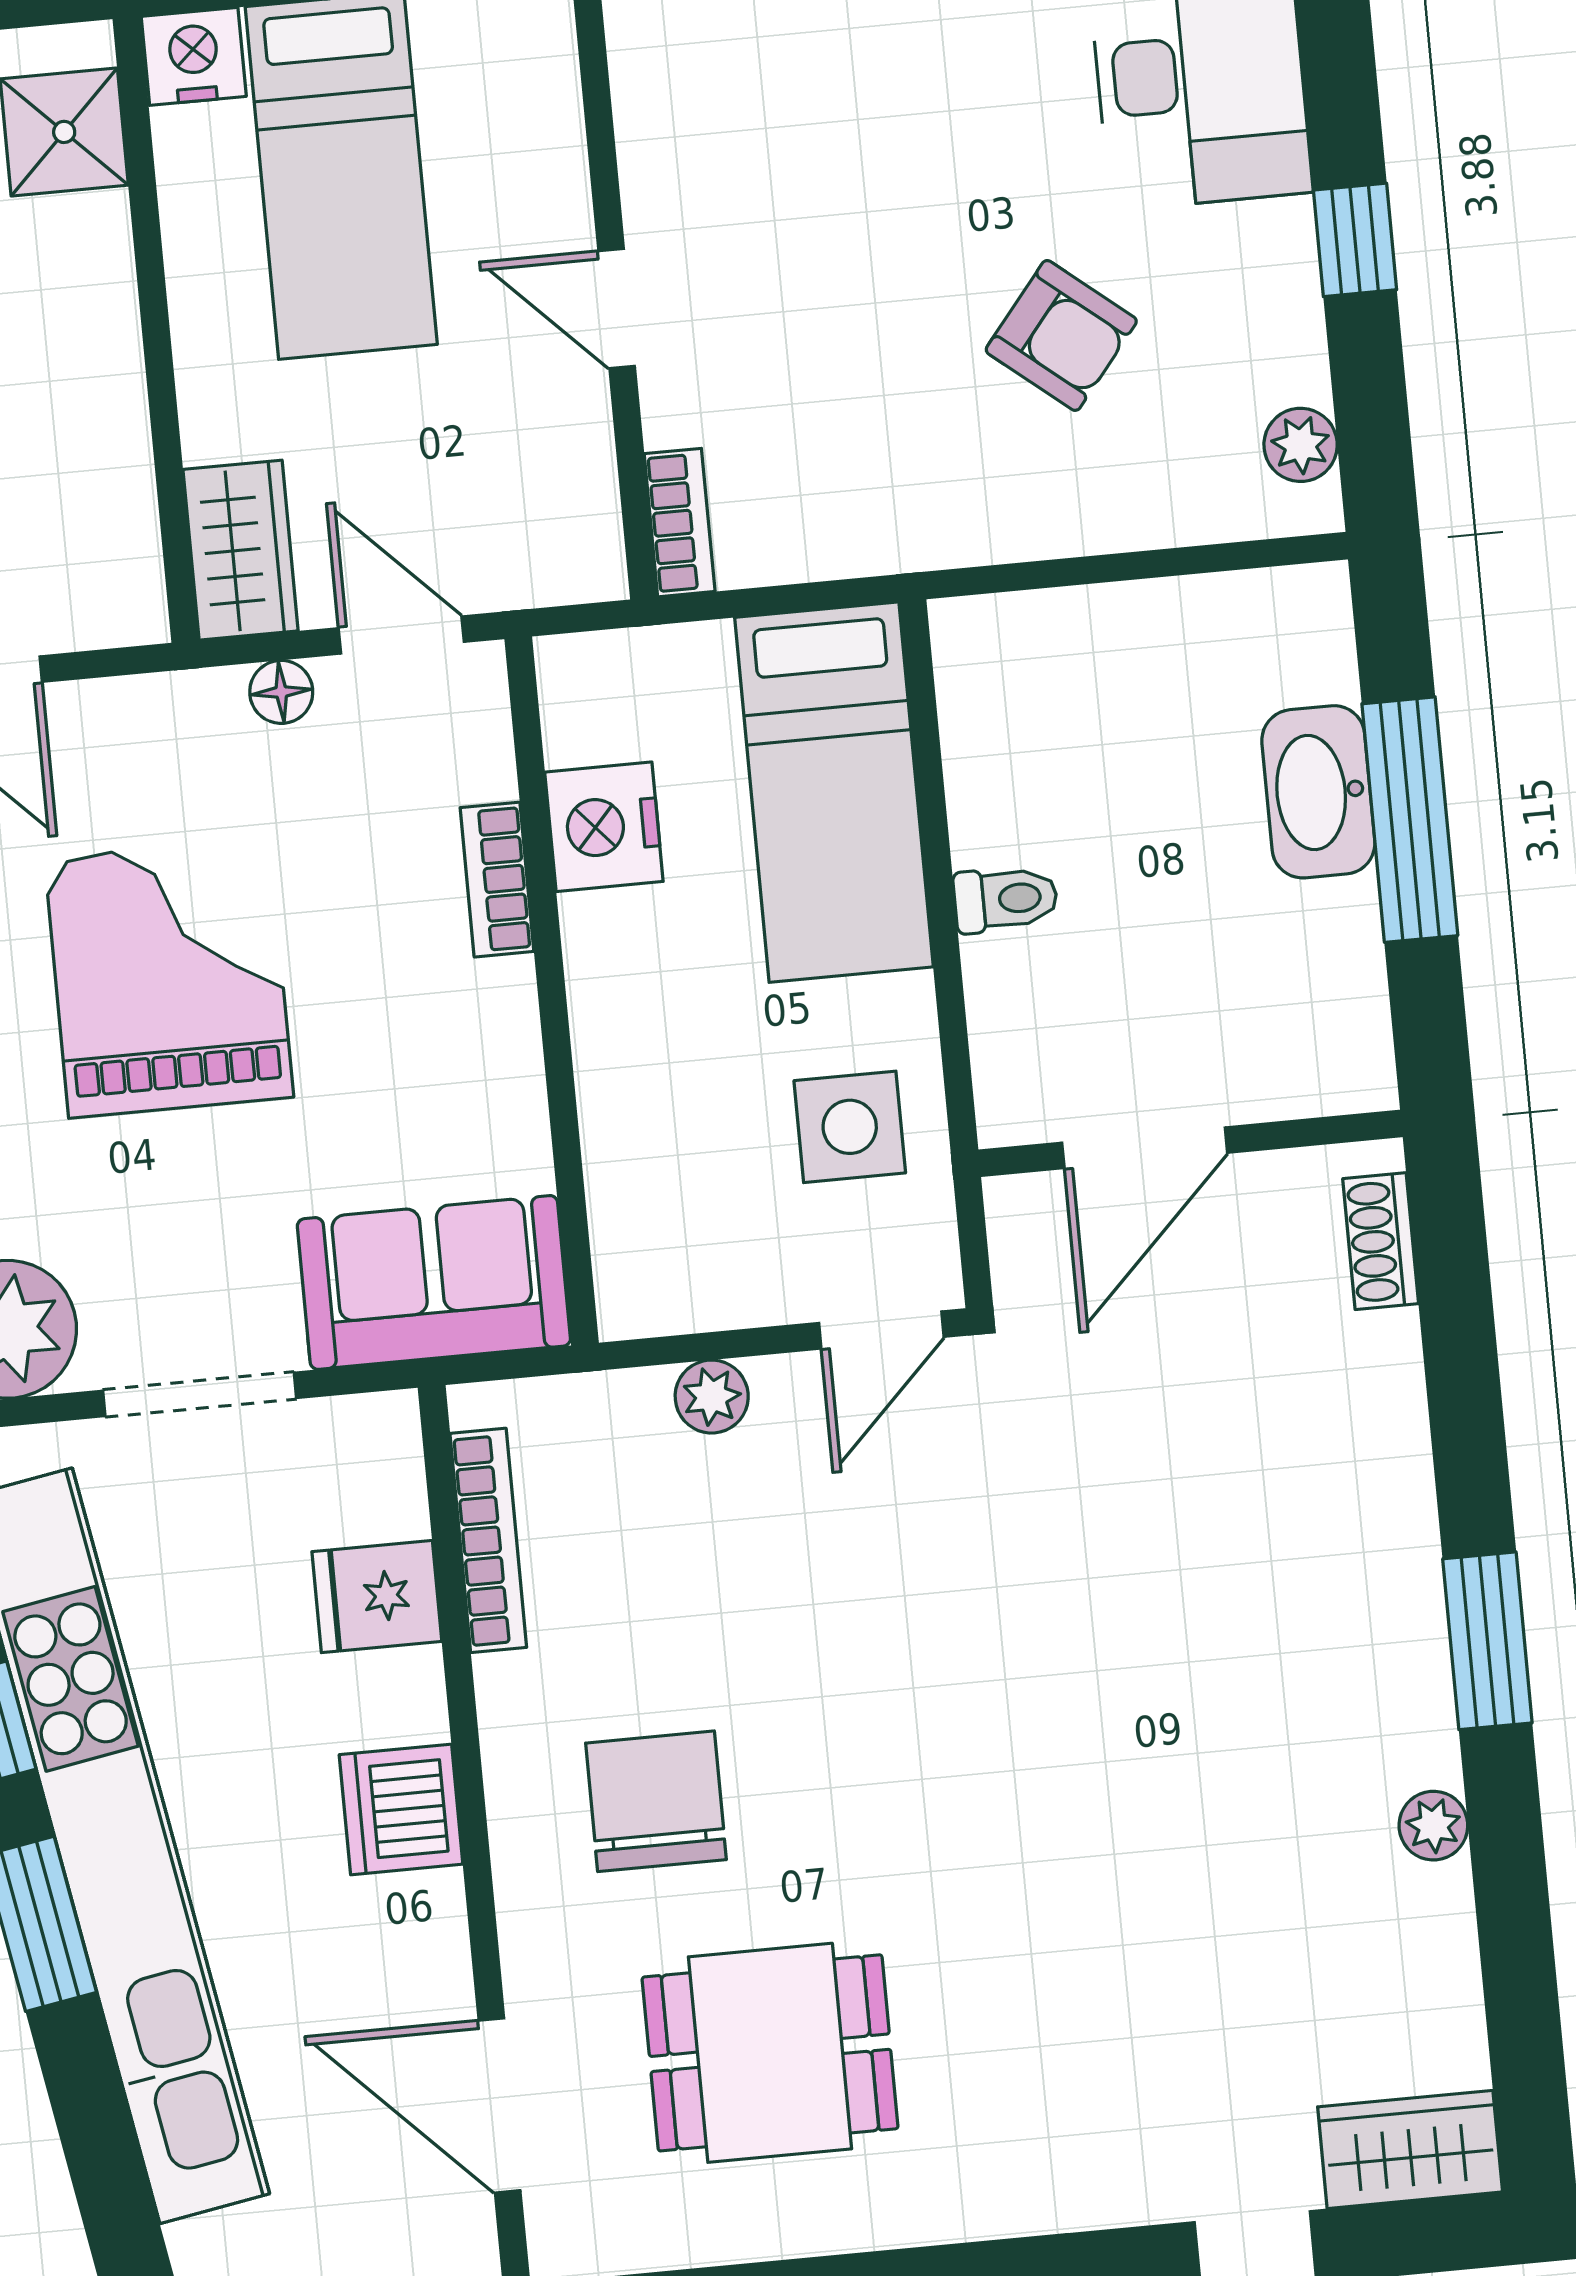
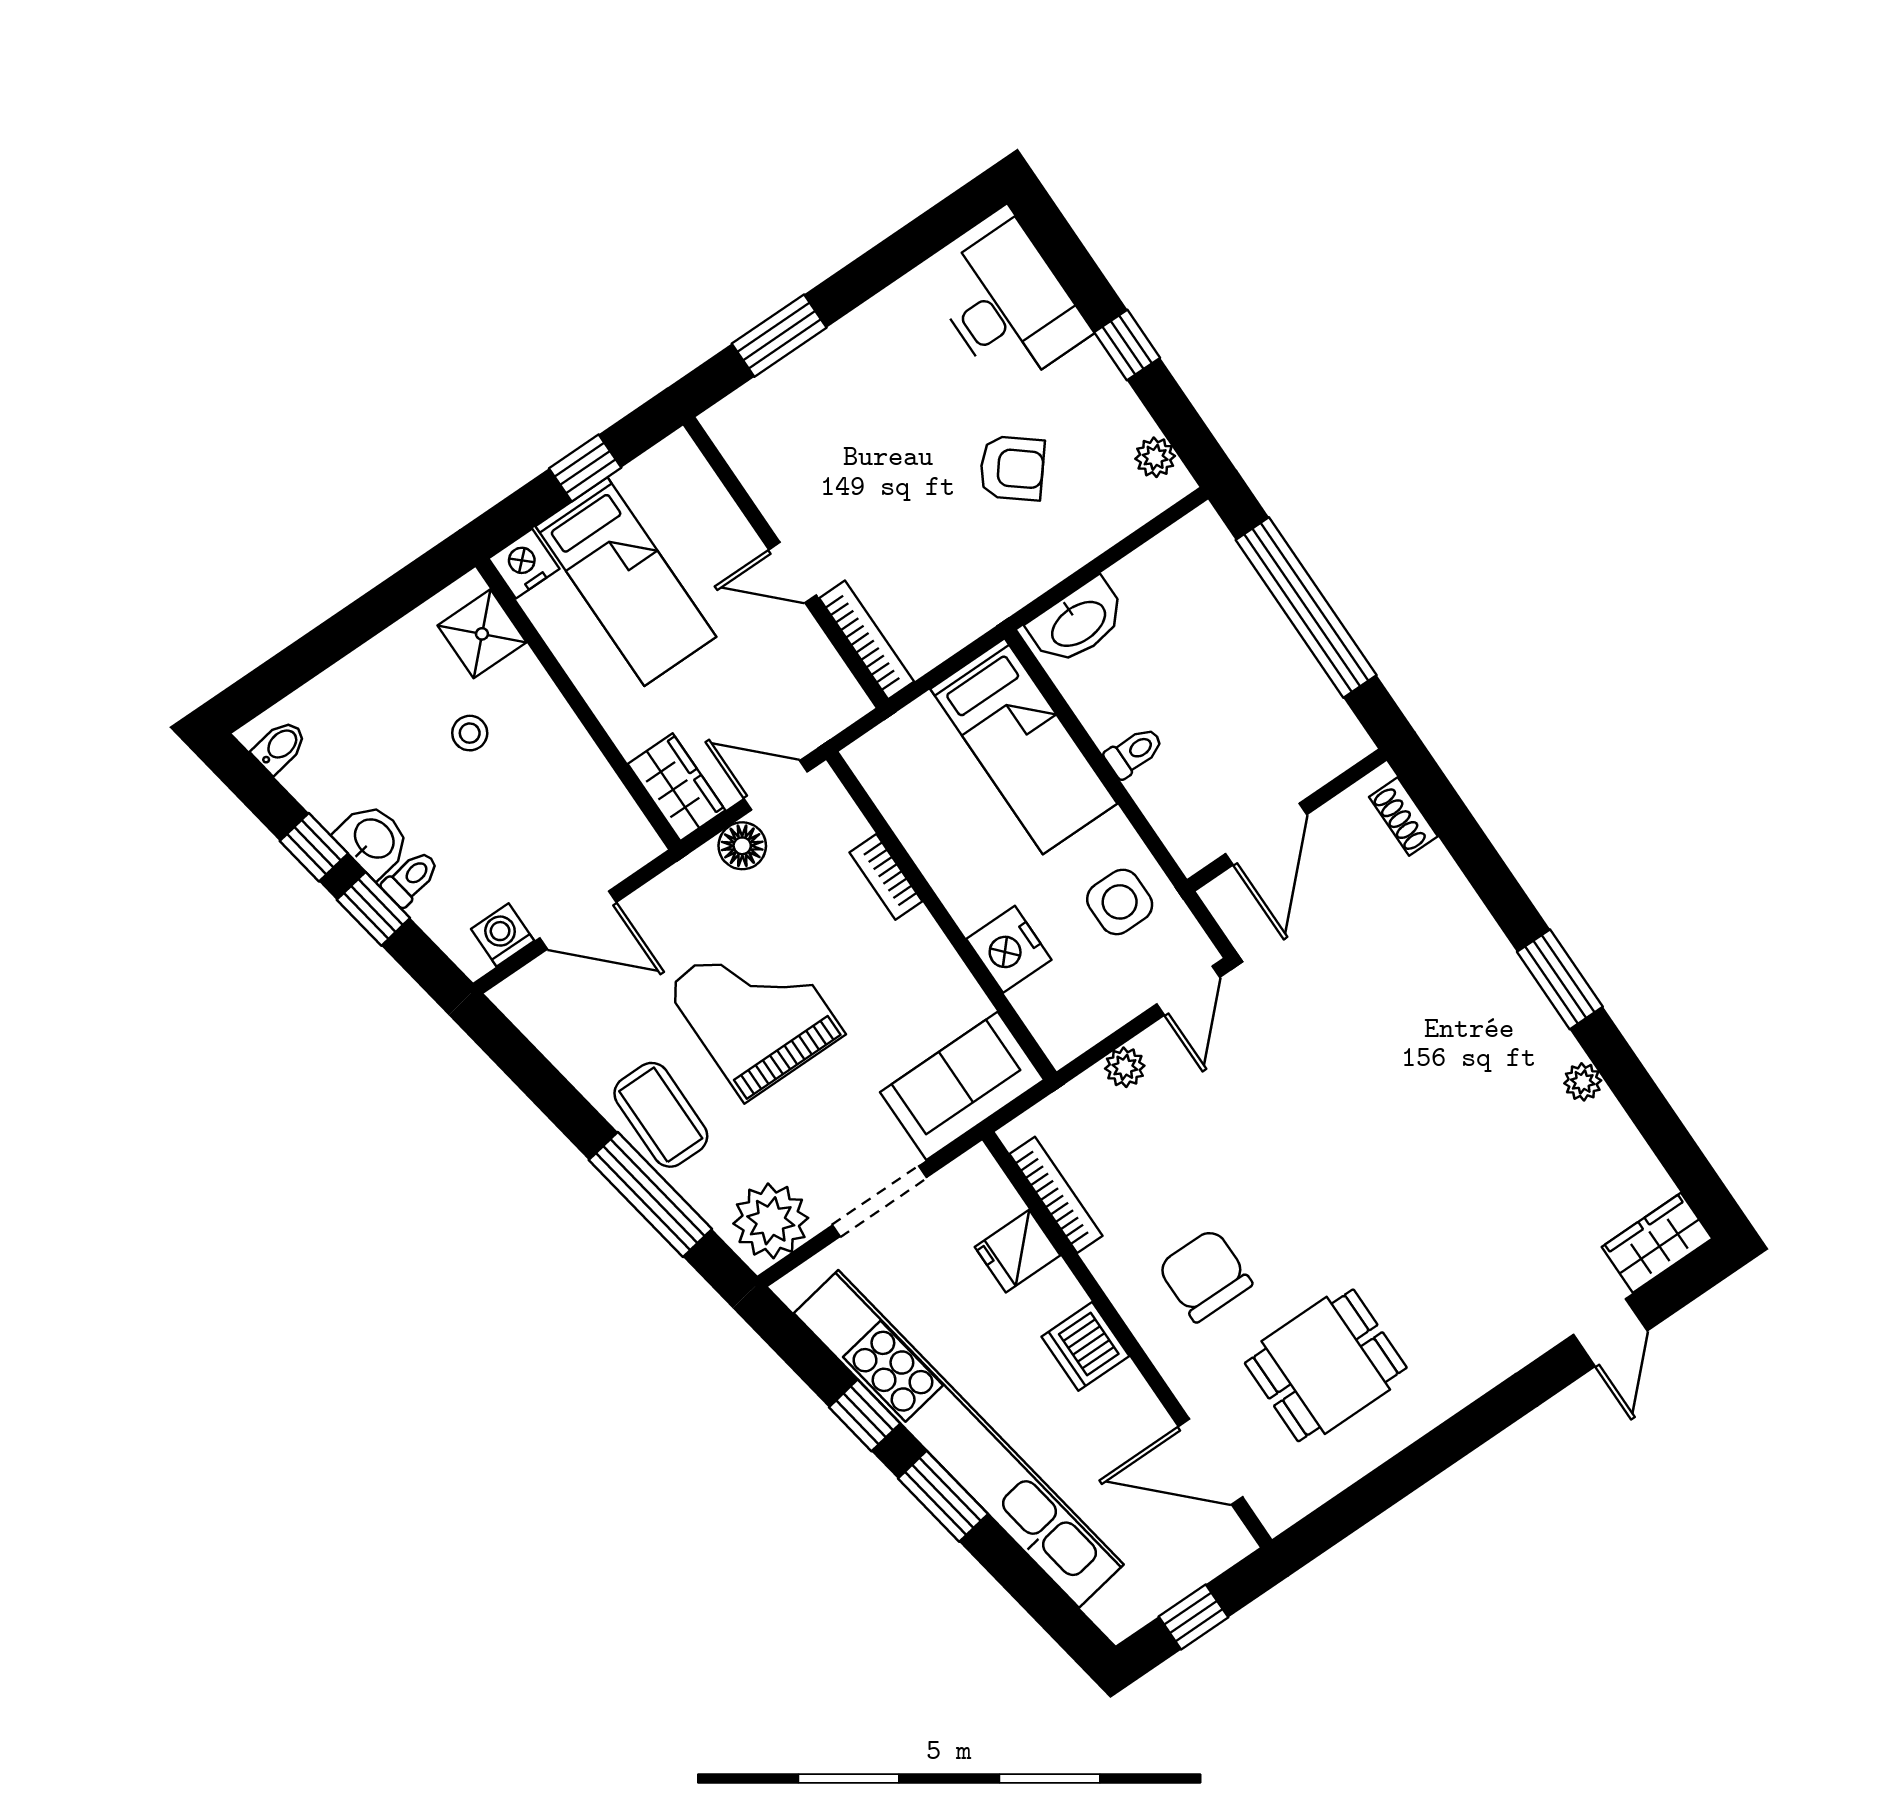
bookcase: (680, 523) -> (867, 640), width x1.56
floor lamp: (281, 692) -> (742, 846), width x1.37, depth x1.37
washbasin: (1318, 792) -> (1078, 623), moved, turned -90
window: (1410, 820) -> (1306, 608), width x1.46
nightstand: (604, 827) -> (1009, 949), moved

